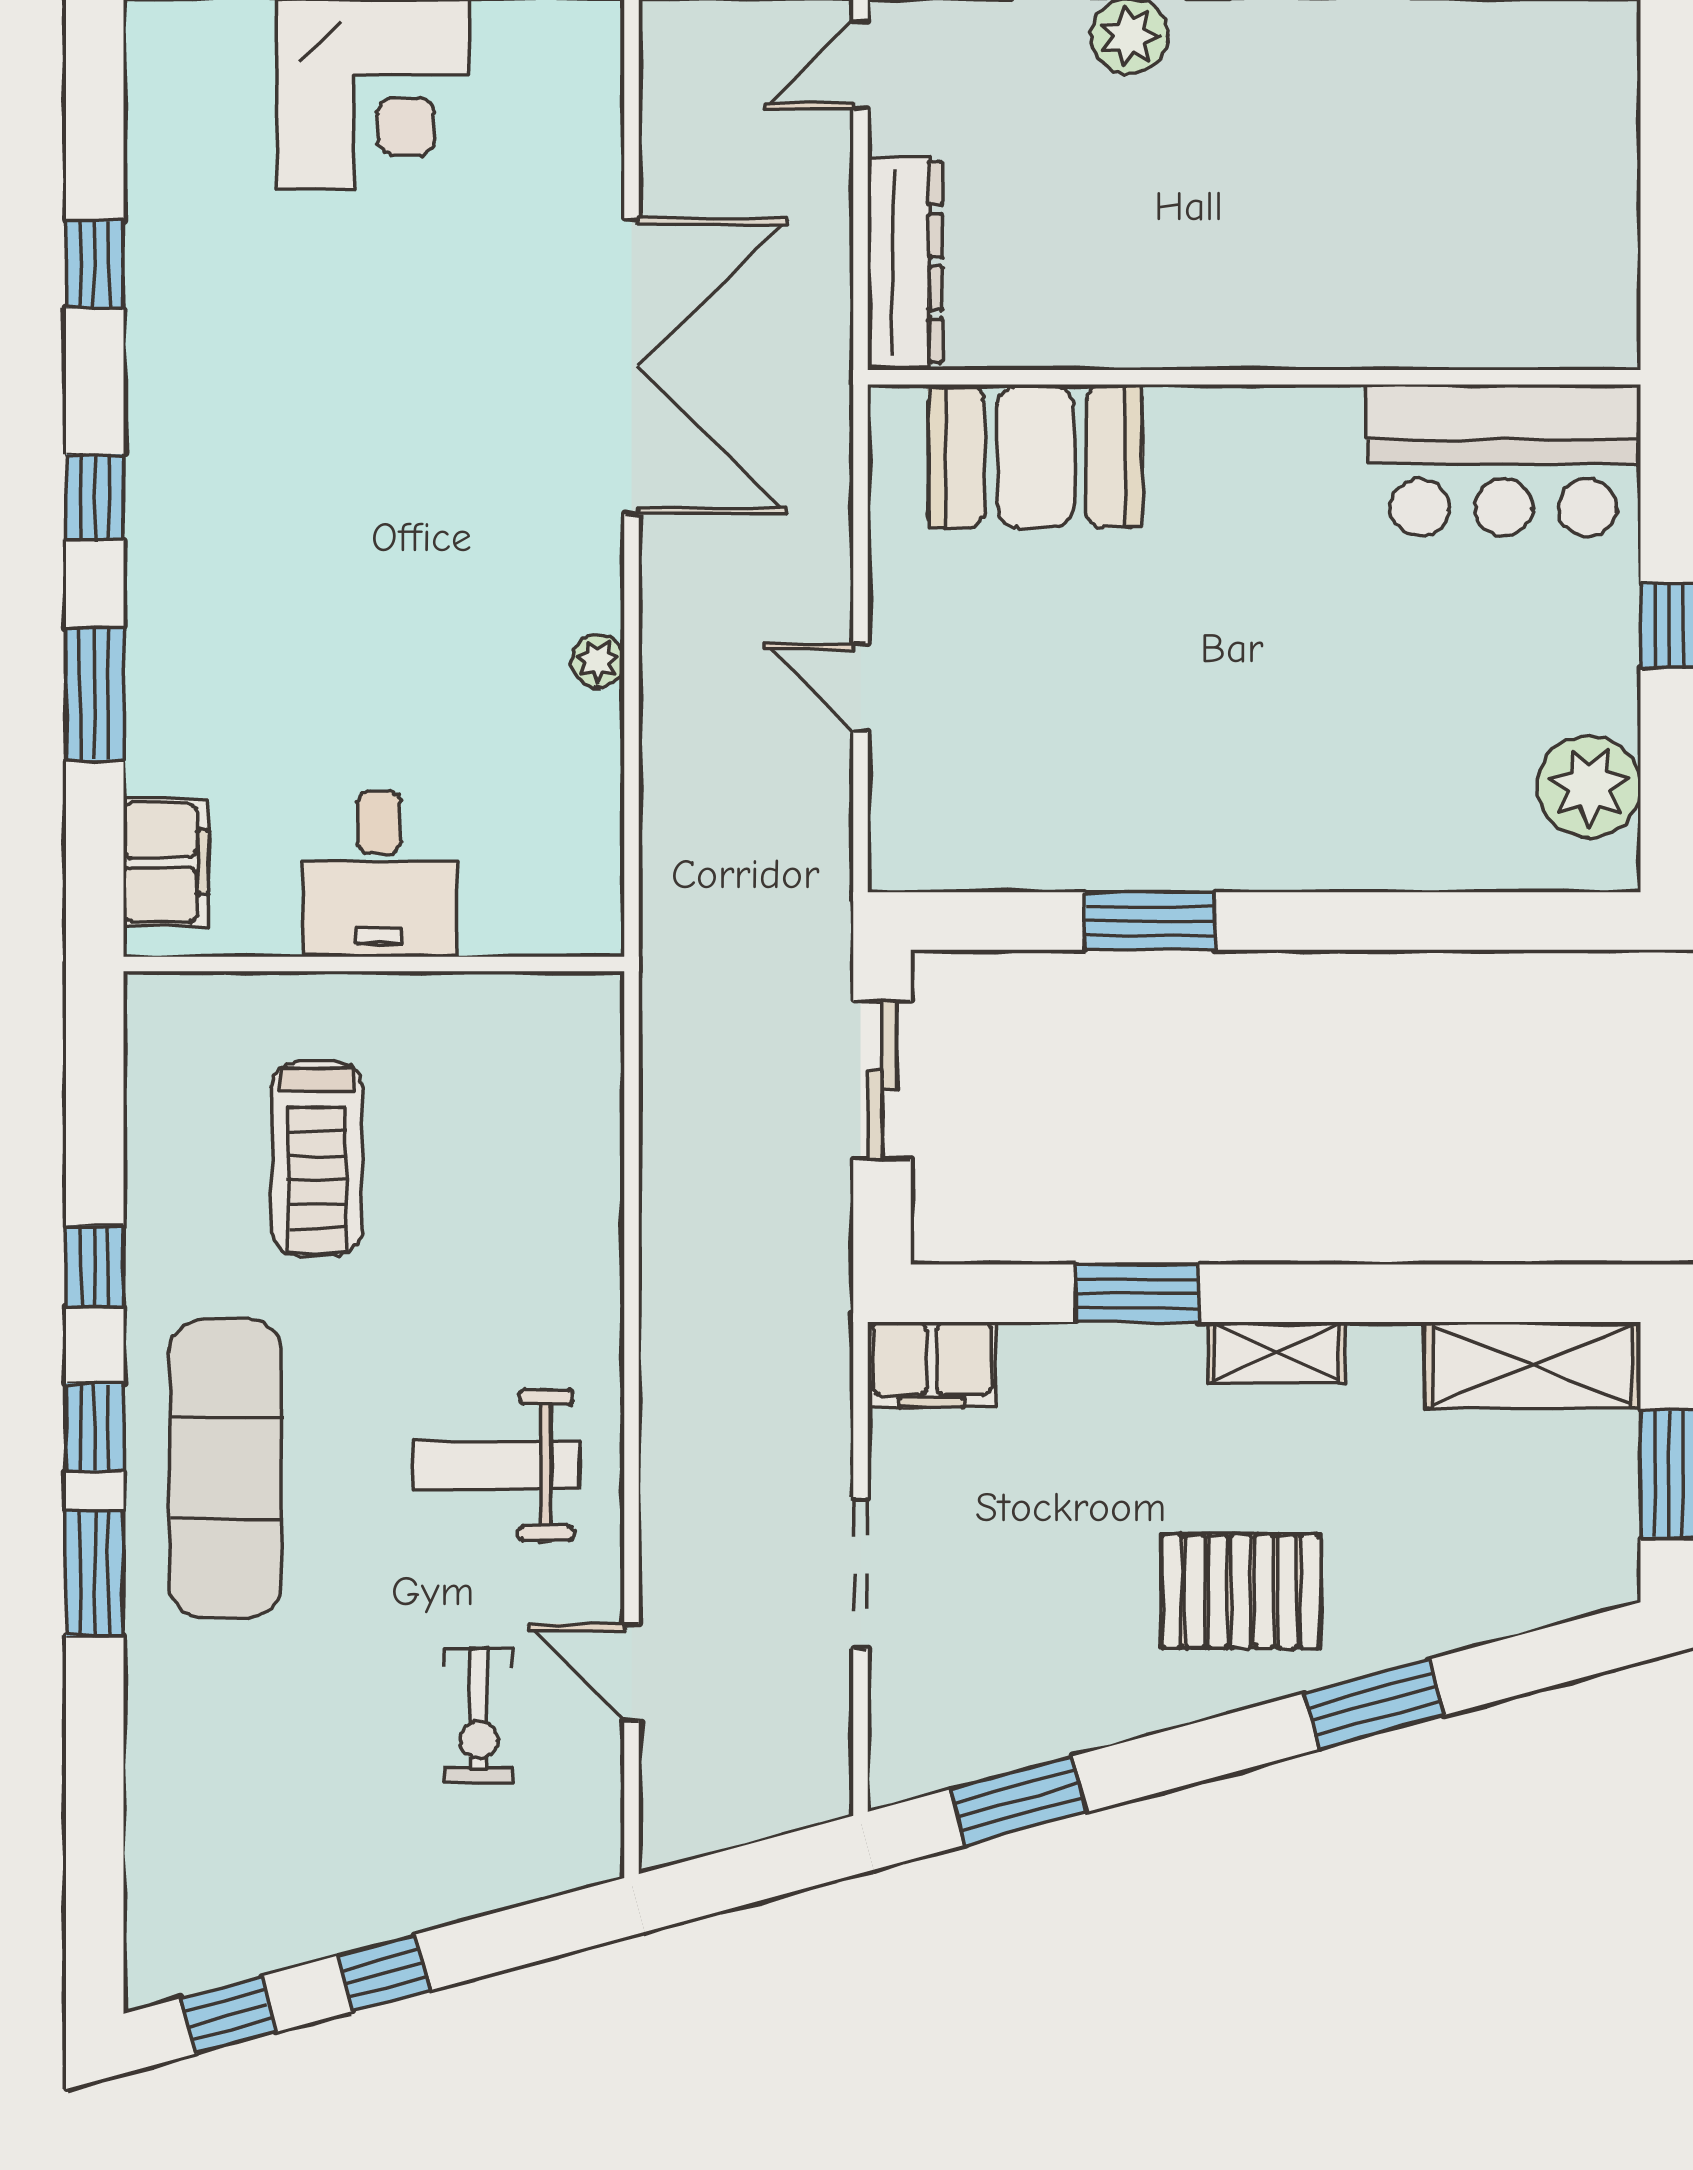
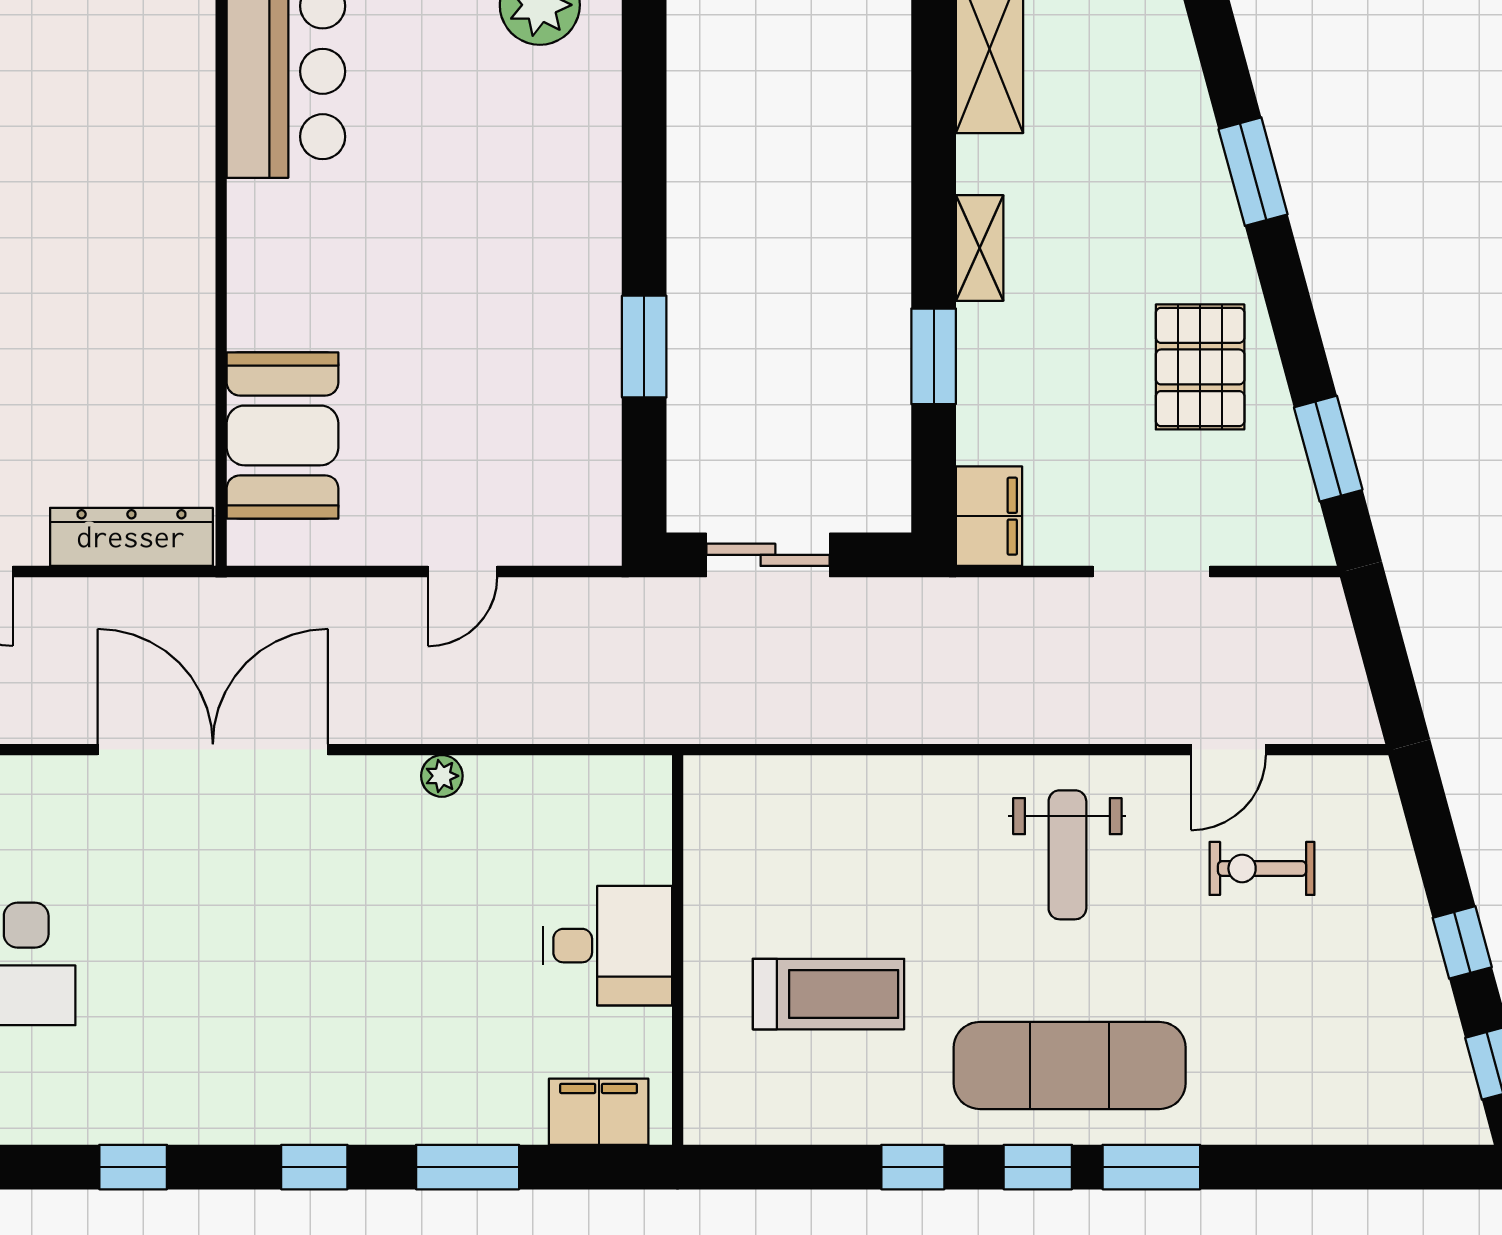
pallet: (1241, 1591) -> (1200, 367), moved
exercise bike: (479, 1716) -> (1262, 868), turned 180

